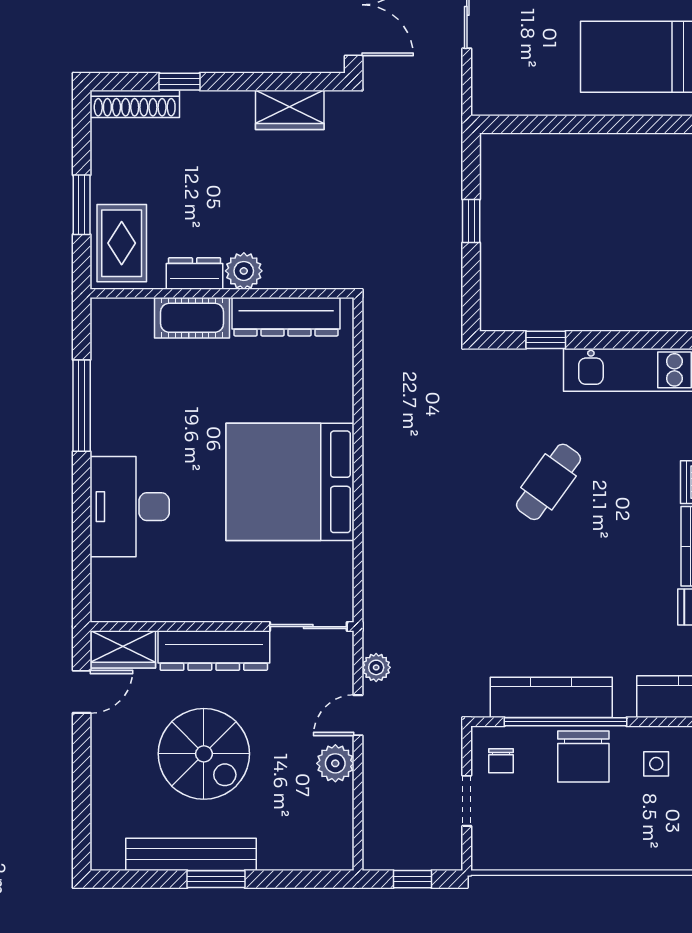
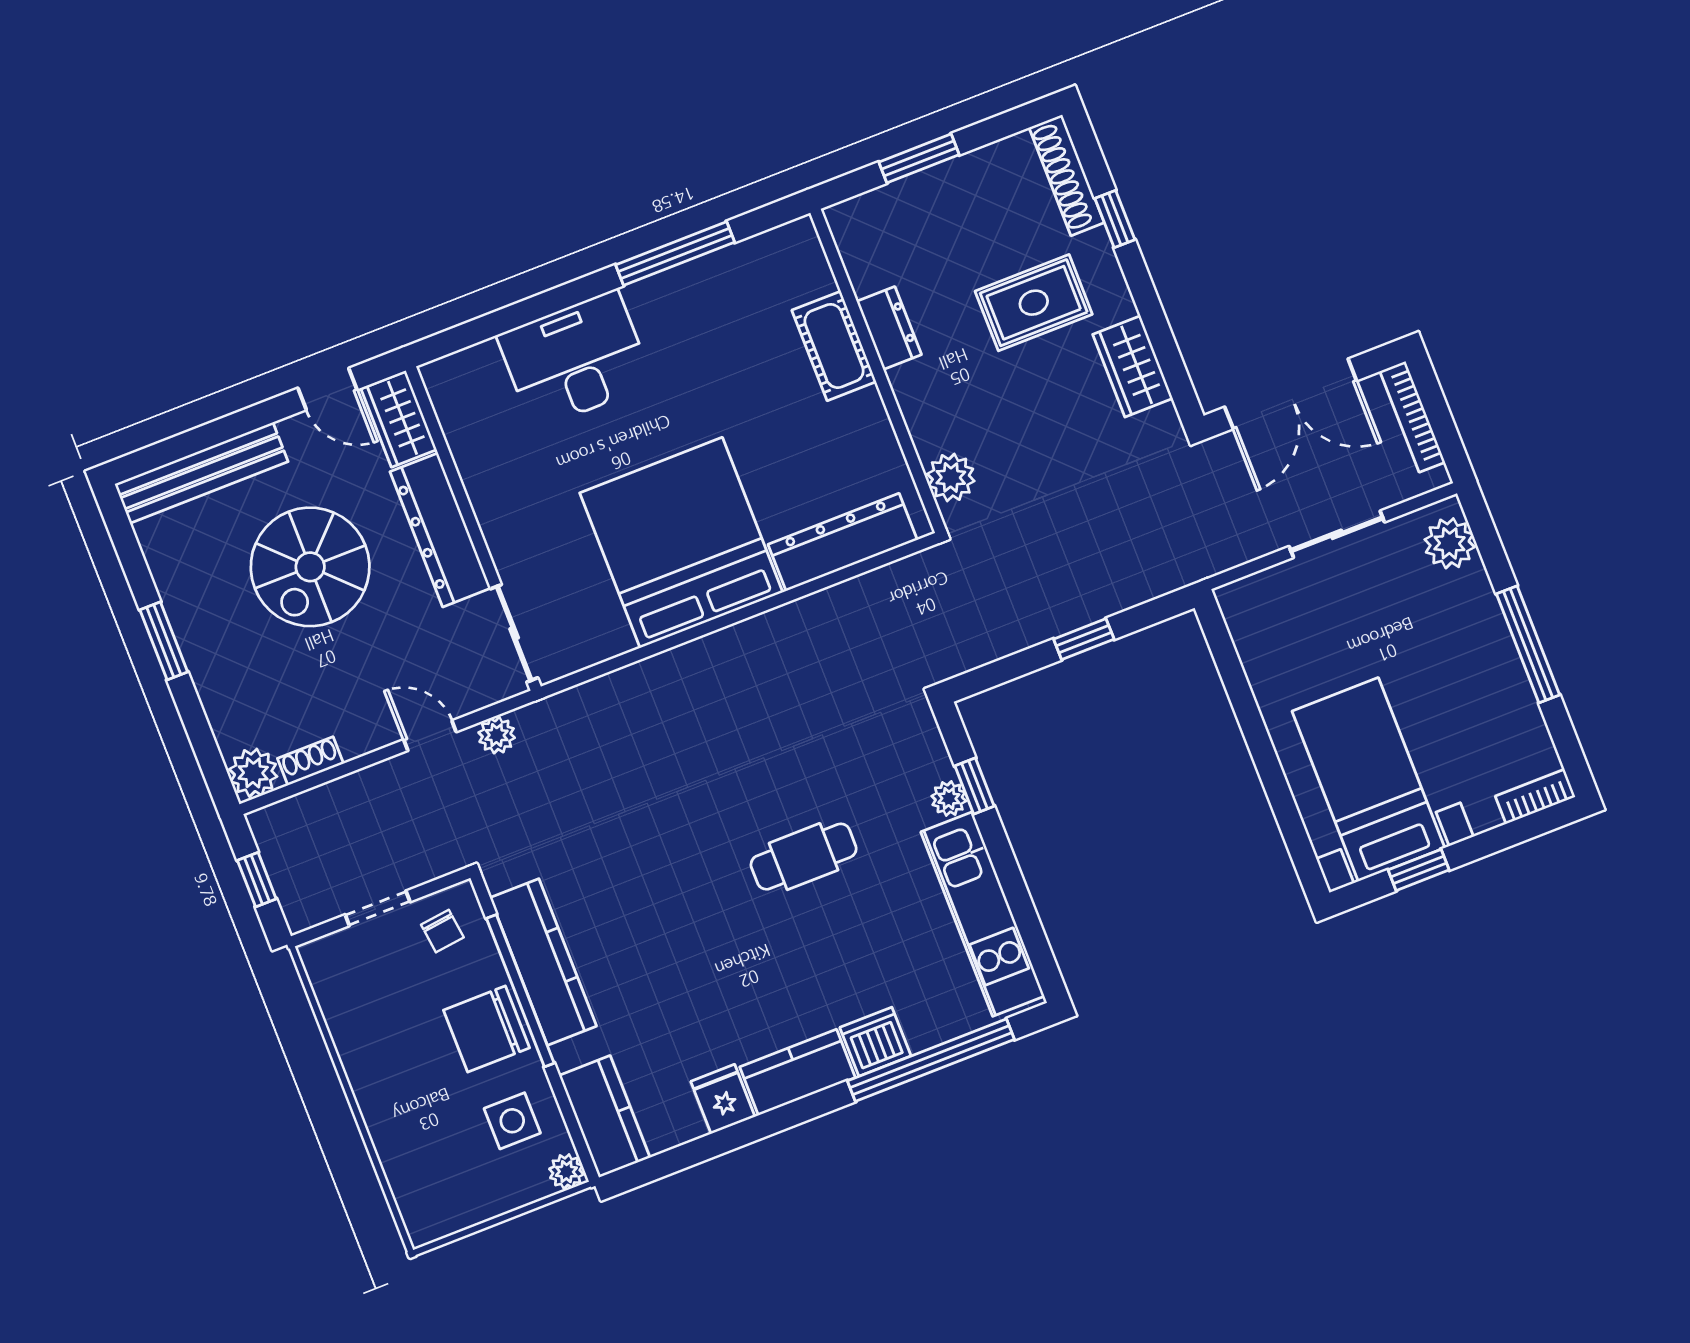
rug: (122, 243) -> (1034, 303), moved
plant: (244, 271) -> (951, 477), moved
dresser: (286, 317) -> (843, 542), moved, turned 90
plant: (547, 362) -> (949, 799), added
cafe table: (549, 482) -> (804, 857), turned -36
chair: (501, 761) -> (442, 931), turned -97
plant: (335, 763) -> (253, 773), moved
side table: (656, 764) -> (512, 1121), width x1.37, depth x1.37
shoe rack: (343, 808) -> (311, 761), added
bench: (191, 854) -> (201, 473), moved, turned 90

